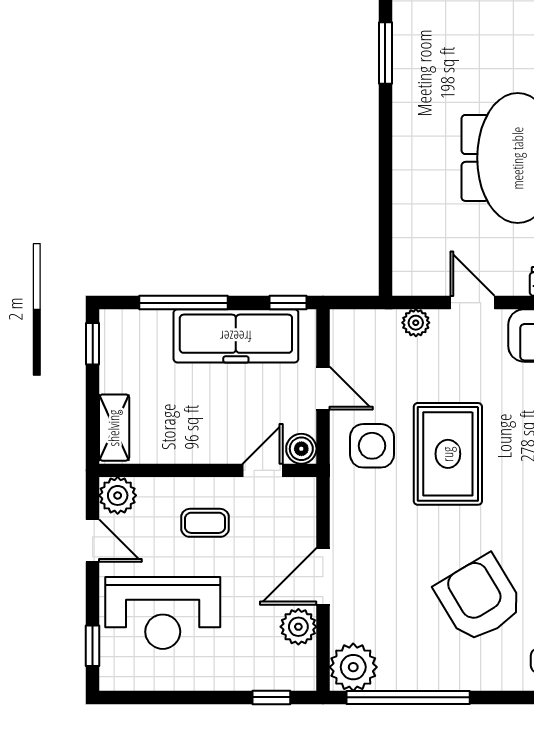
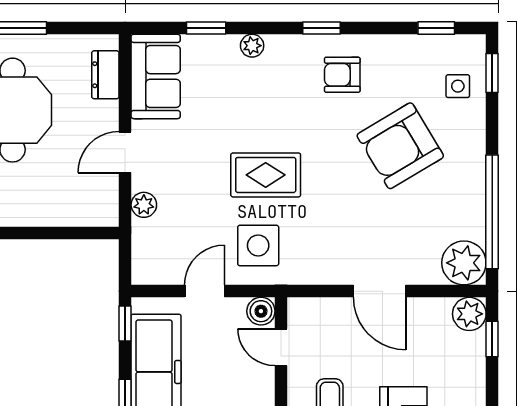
rug: (448, 454) -> (266, 175), width x0.73, depth x0.70
plant: (298, 627) -> (469, 314), moved

